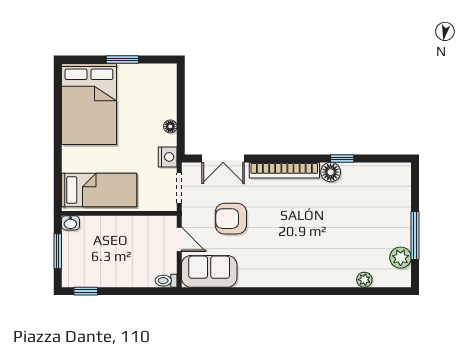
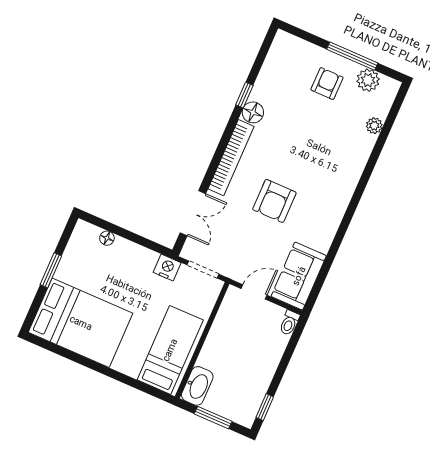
floor lamp: (170, 126) -> (107, 238), moved
armchair: (231, 219) -> (274, 201), moved
washbasin: (70, 223) -> (197, 386), width x1.91, depth x1.45
armchair: (382, 224) -> (327, 84), added

